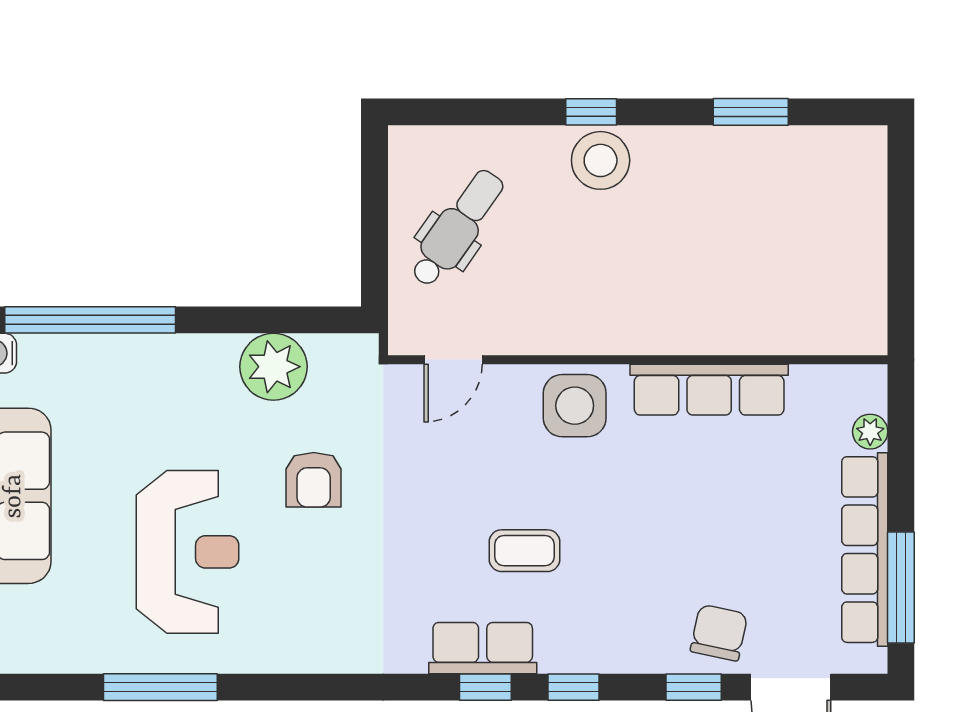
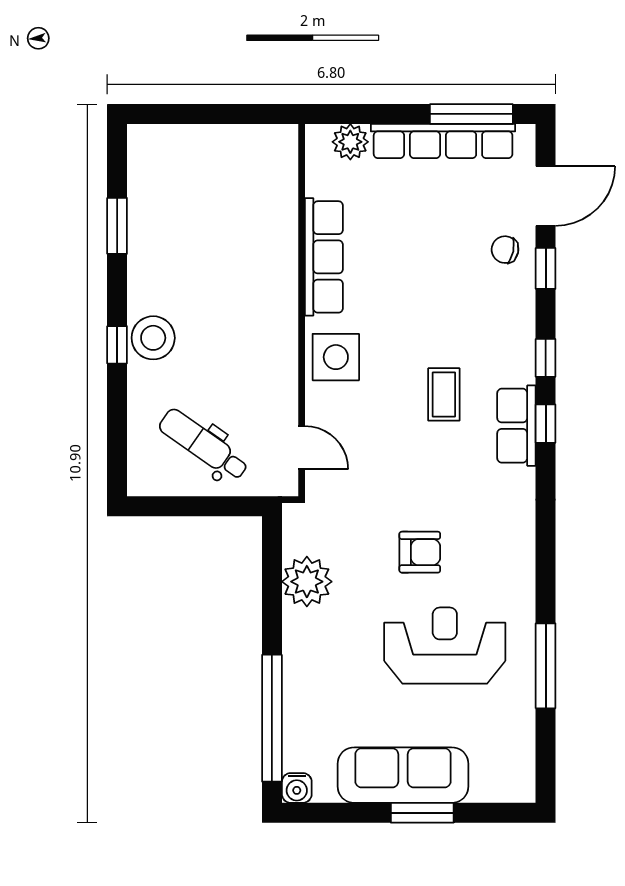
plant: (870, 432) -> (350, 142), width x1.38, depth x1.38
armchair: (314, 480) -> (420, 552), moved
chair: (719, 633) -> (505, 250), width x0.73, depth x0.73

